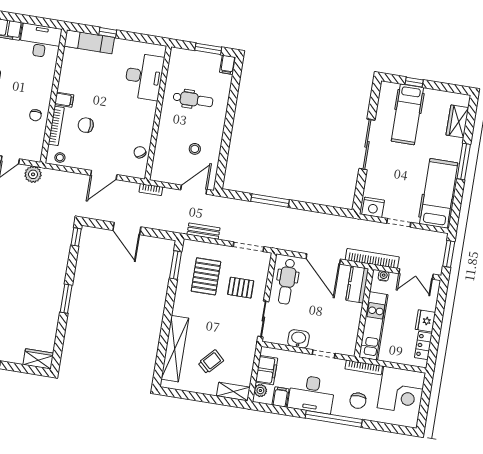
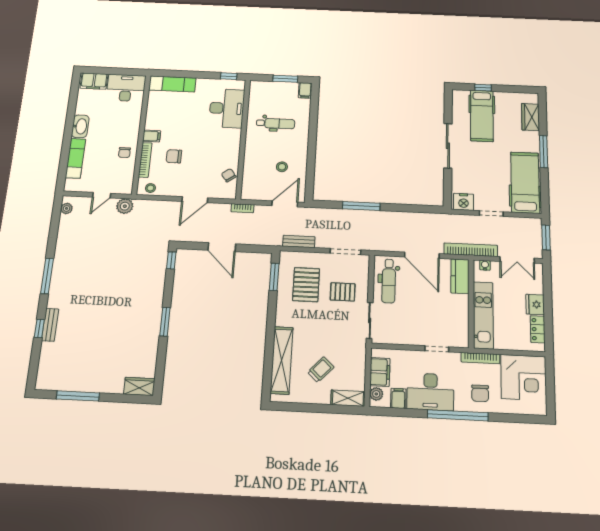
window: (108, 32) -> (229, 76), moved
washbasin: (298, 339) -> (409, 336), removed

